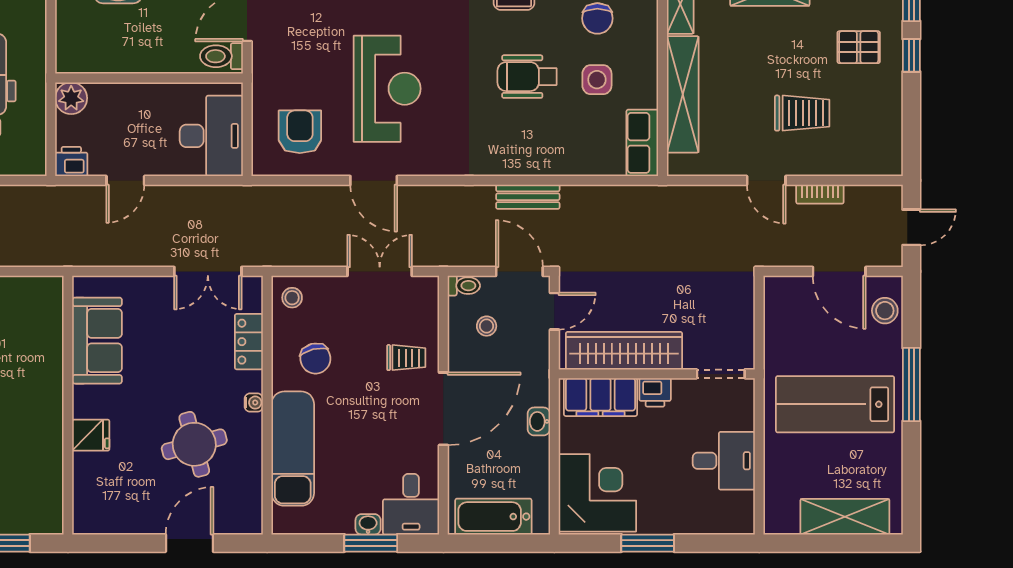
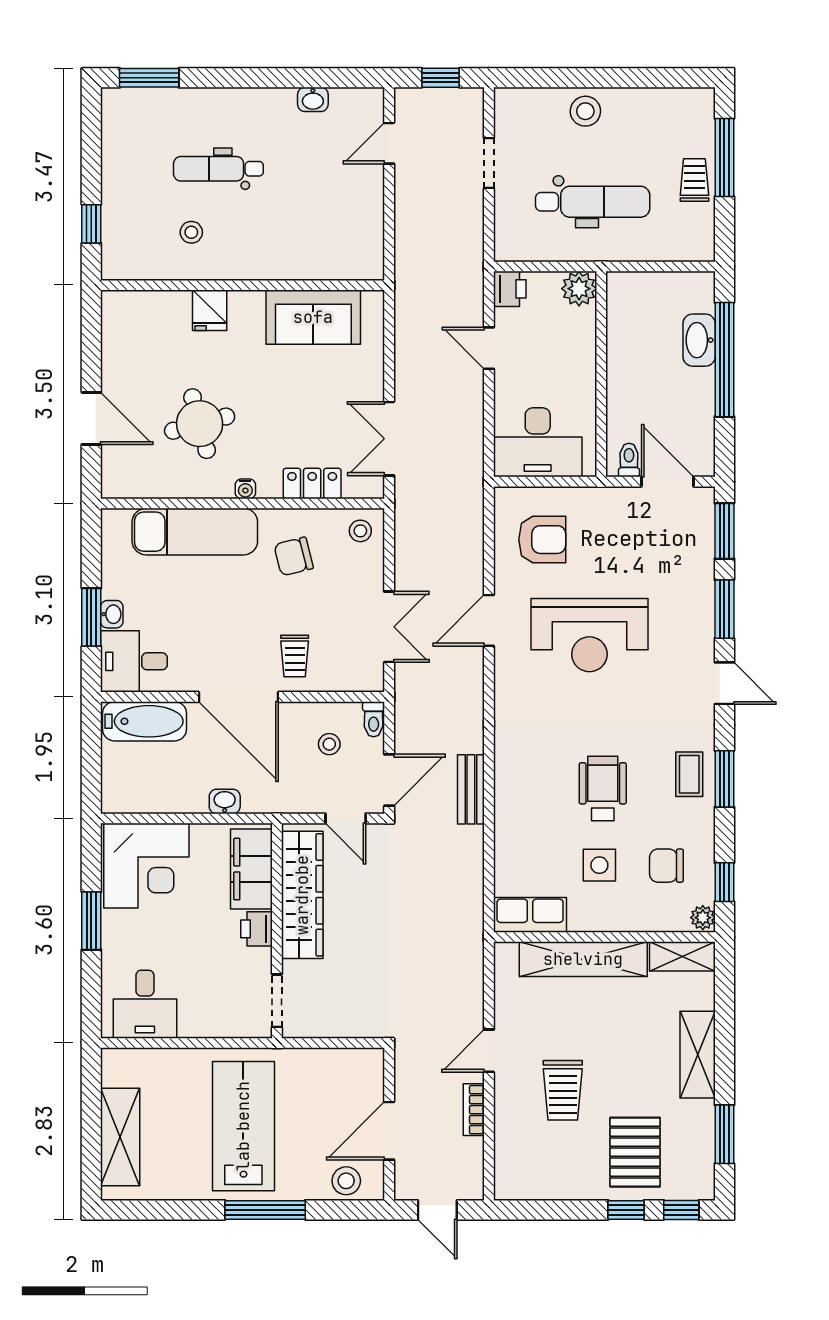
pallet: (859, 47) -> (635, 1152), width x1.50, depth x1.42
toilet: (221, 56) -> (629, 460), width x0.73, depth x0.72
stool: (20, 452) -> (191, 232), added
desk: (724, 461) -> (145, 1004), moved
bathtub: (493, 517) -> (145, 721), moved, turned 90

